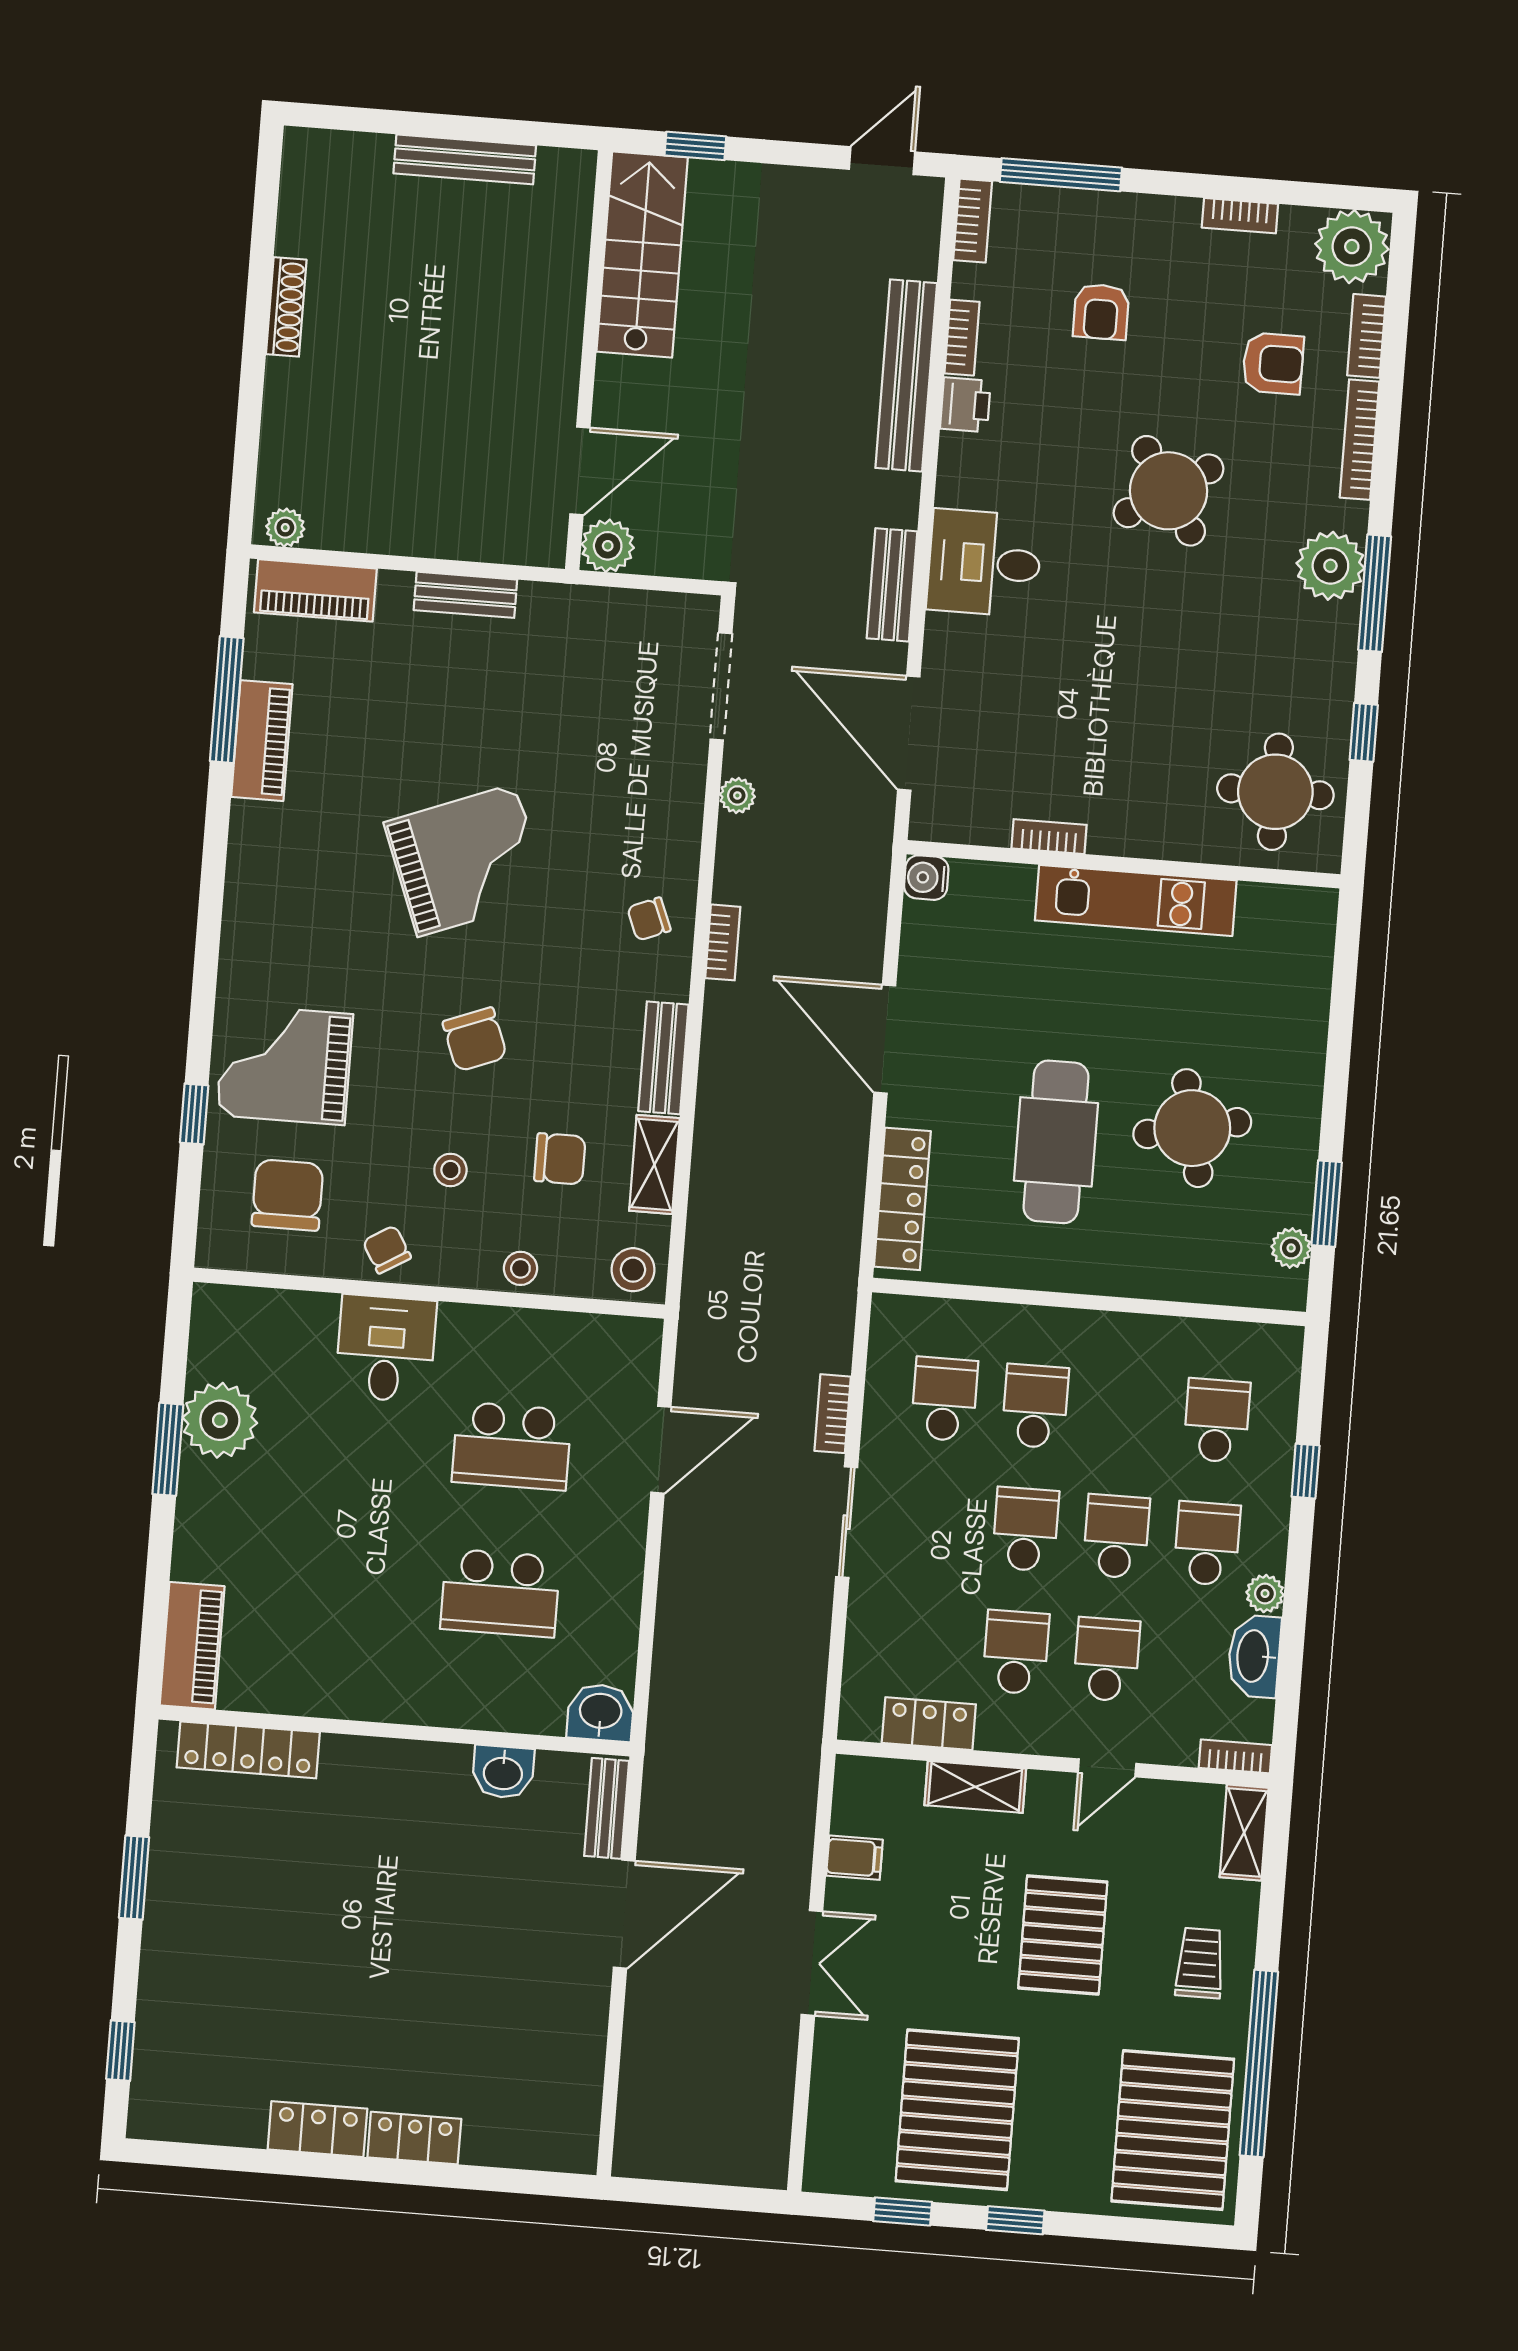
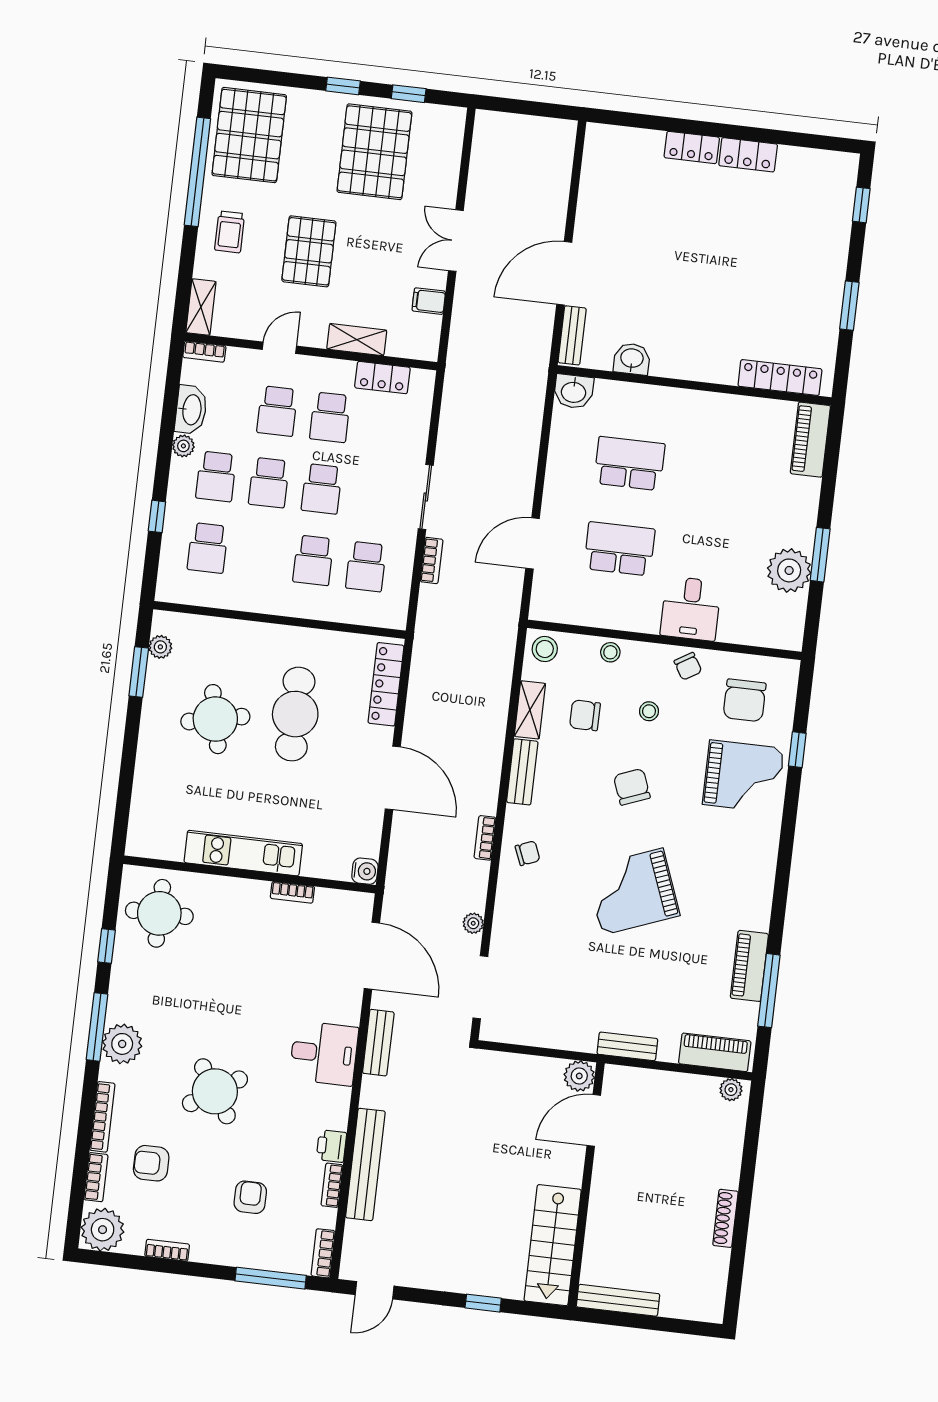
stairs: (642, 255) -> (553, 1245), moved
wall: (589, 360) -> (586, 1185), moved
door: (580, 471) -> (594, 1120), moved
plant: (608, 546) -> (579, 1076), moved

